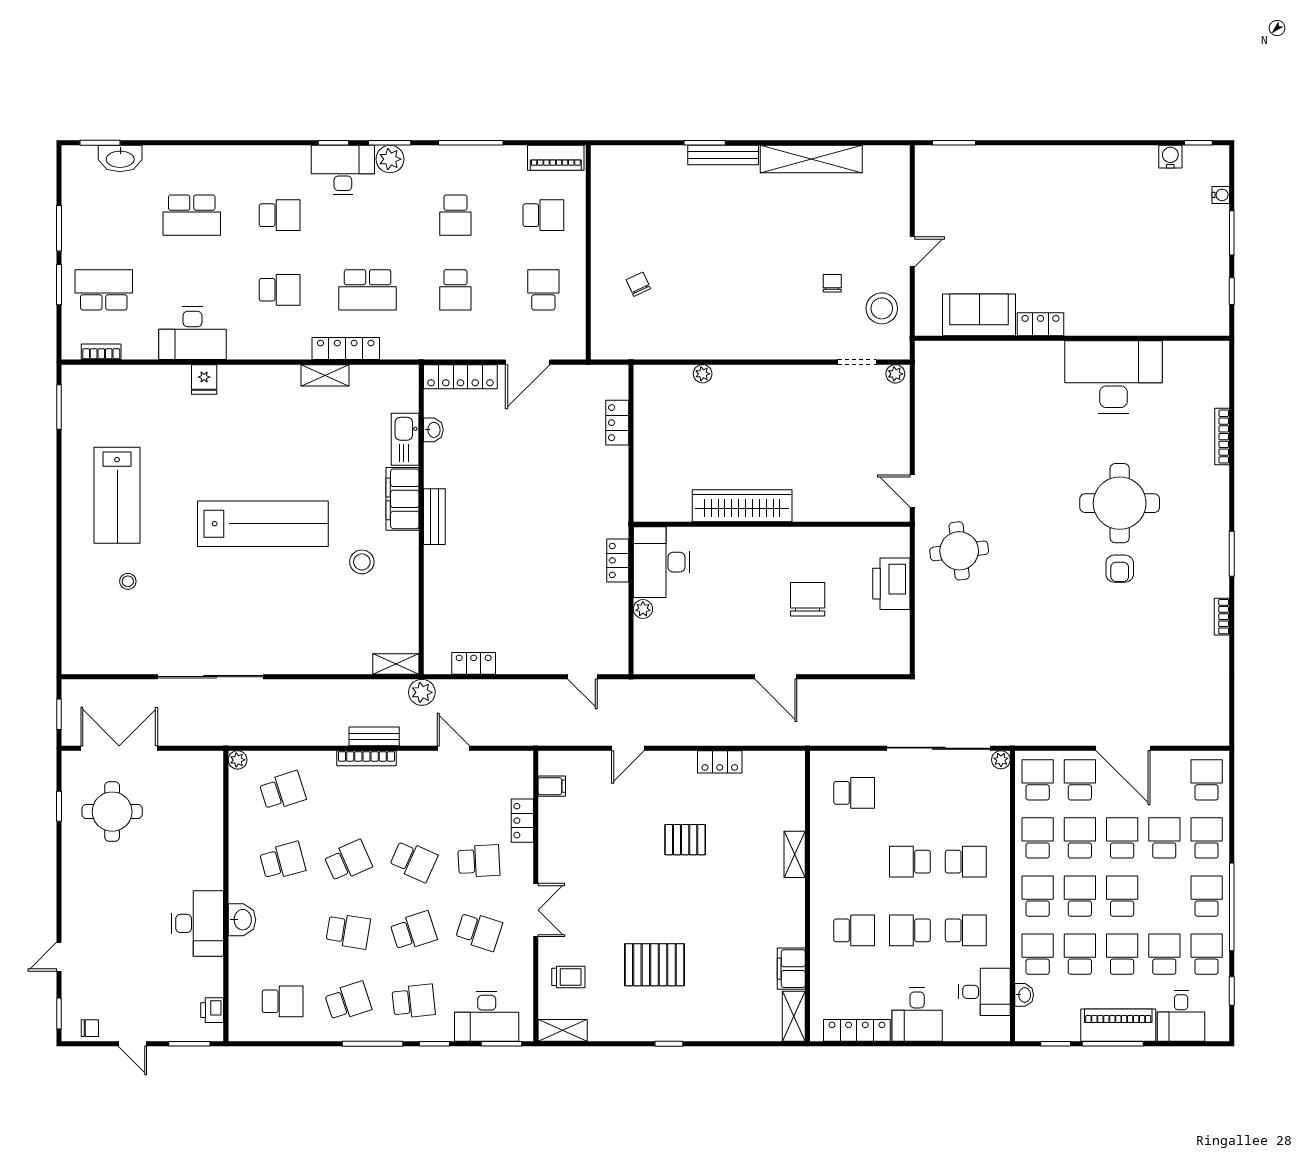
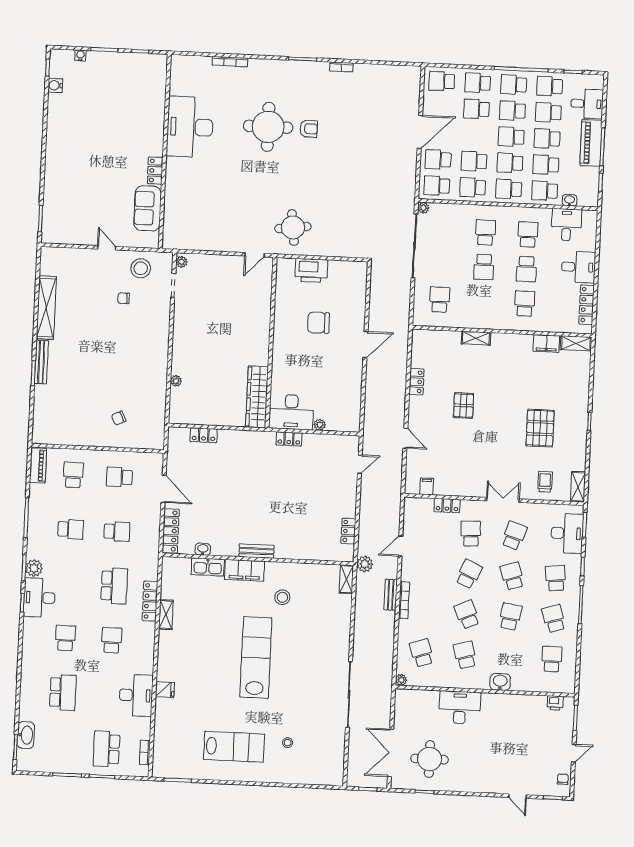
wardrobe: (742, 506) -> (257, 397), moved
school desk: (1122, 838) -> (512, 111), moved
desk: (198, 923) -> (460, 707), moved

